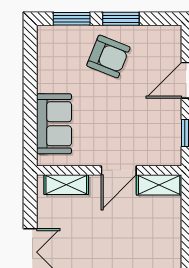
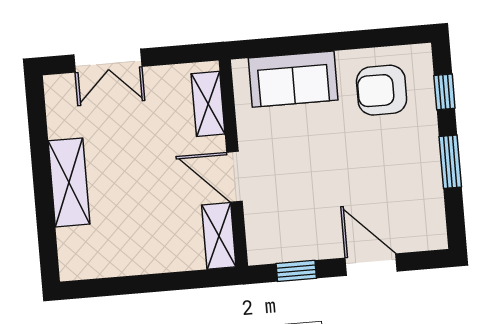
window: (72, 19) -> (444, 92), width x0.67
armchair: (108, 56) -> (382, 90), moved, turned 68

